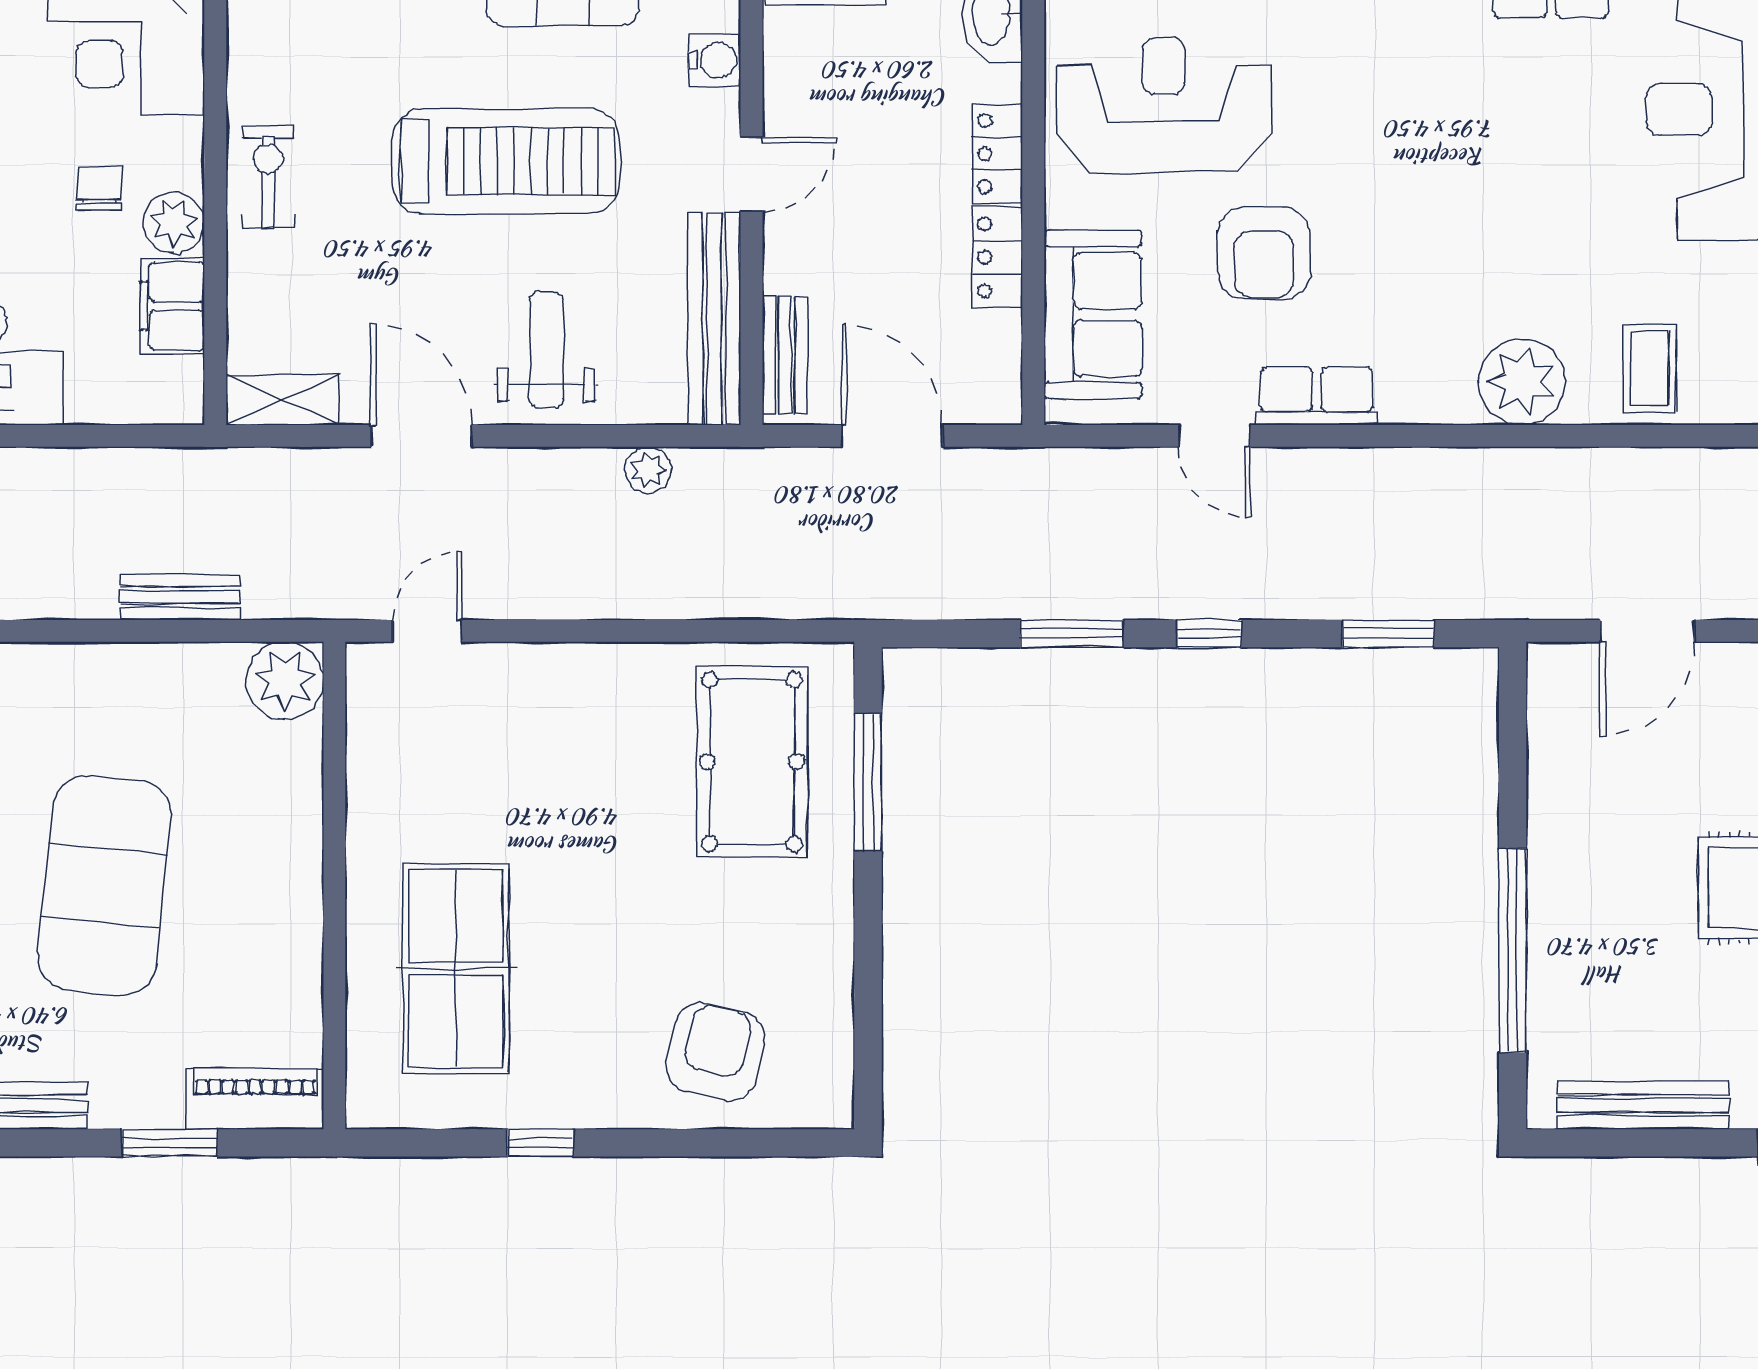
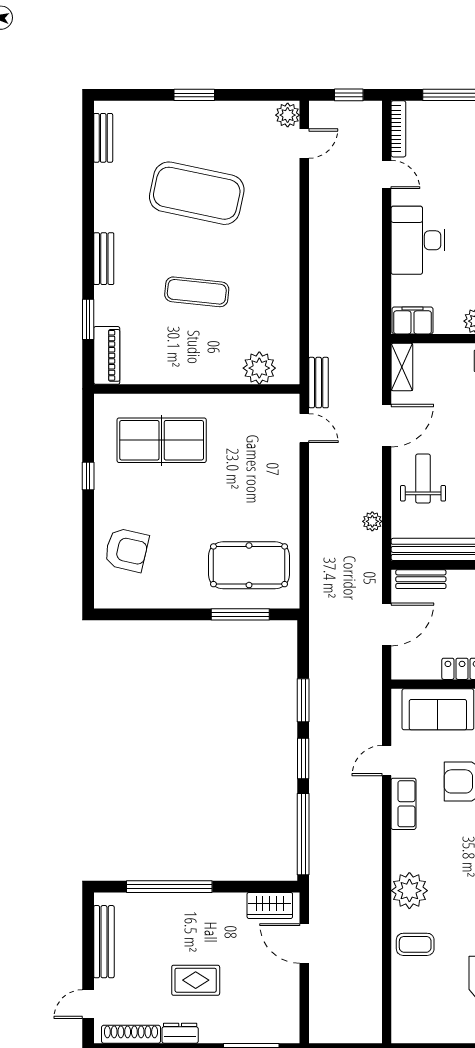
filing cabinet: (172, 306) -> (412, 320), moved
weight bench: (547, 350) -> (423, 479), turned -90
bench: (180, 597) -> (319, 383), moved
window: (1209, 634) -> (303, 759), width x1.50
window: (1388, 634) -> (303, 834), width x2.11
plant: (285, 680) -> (259, 368), moved
wardrobe: (1557, 713) -> (270, 905), added
exercise mat: (104, 885) -> (197, 292), width x0.50, depth x0.69

